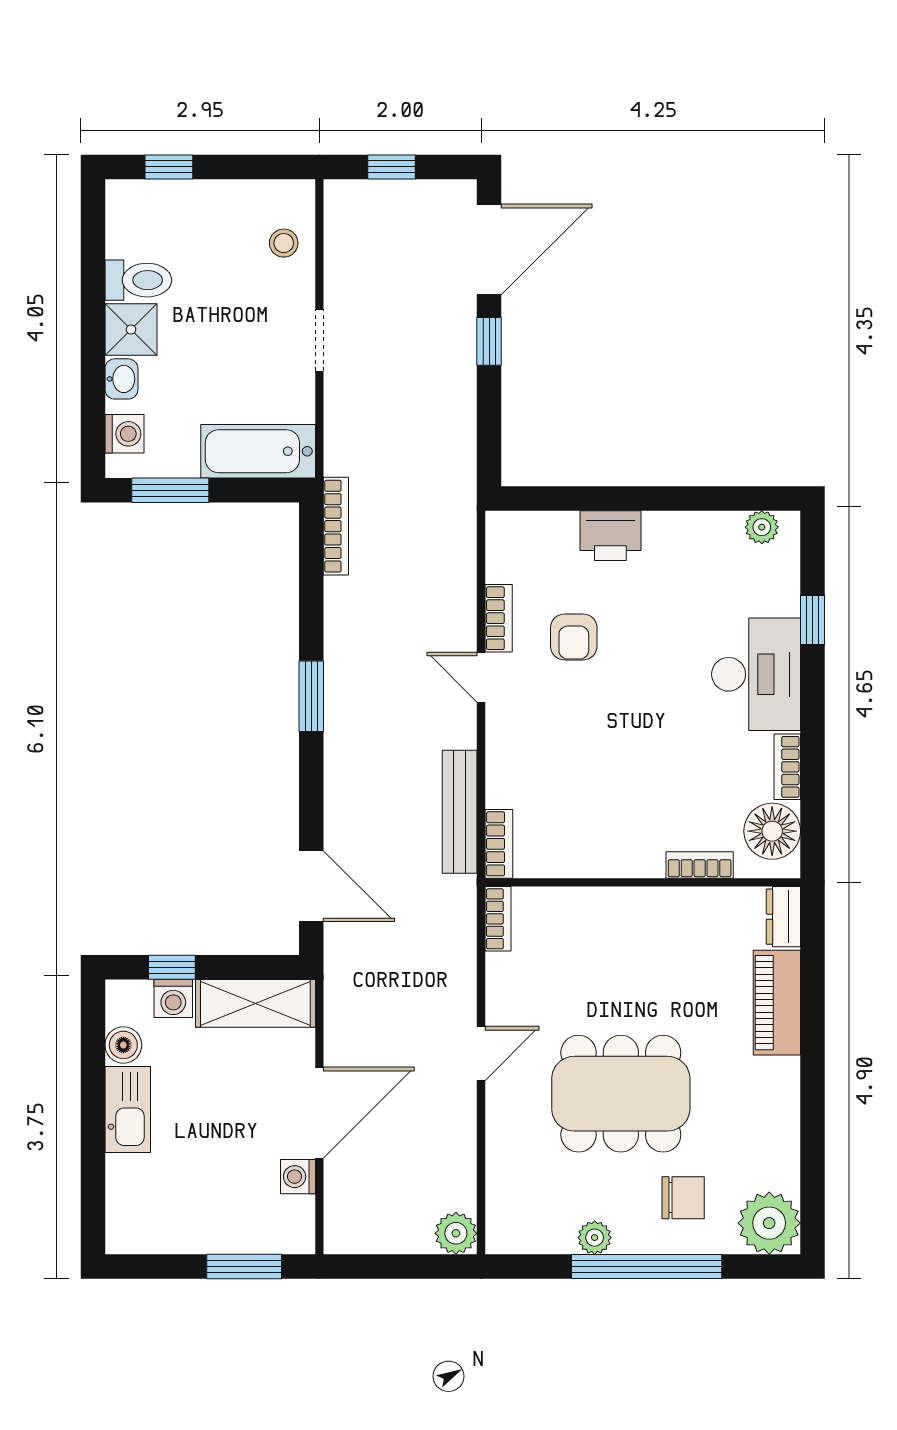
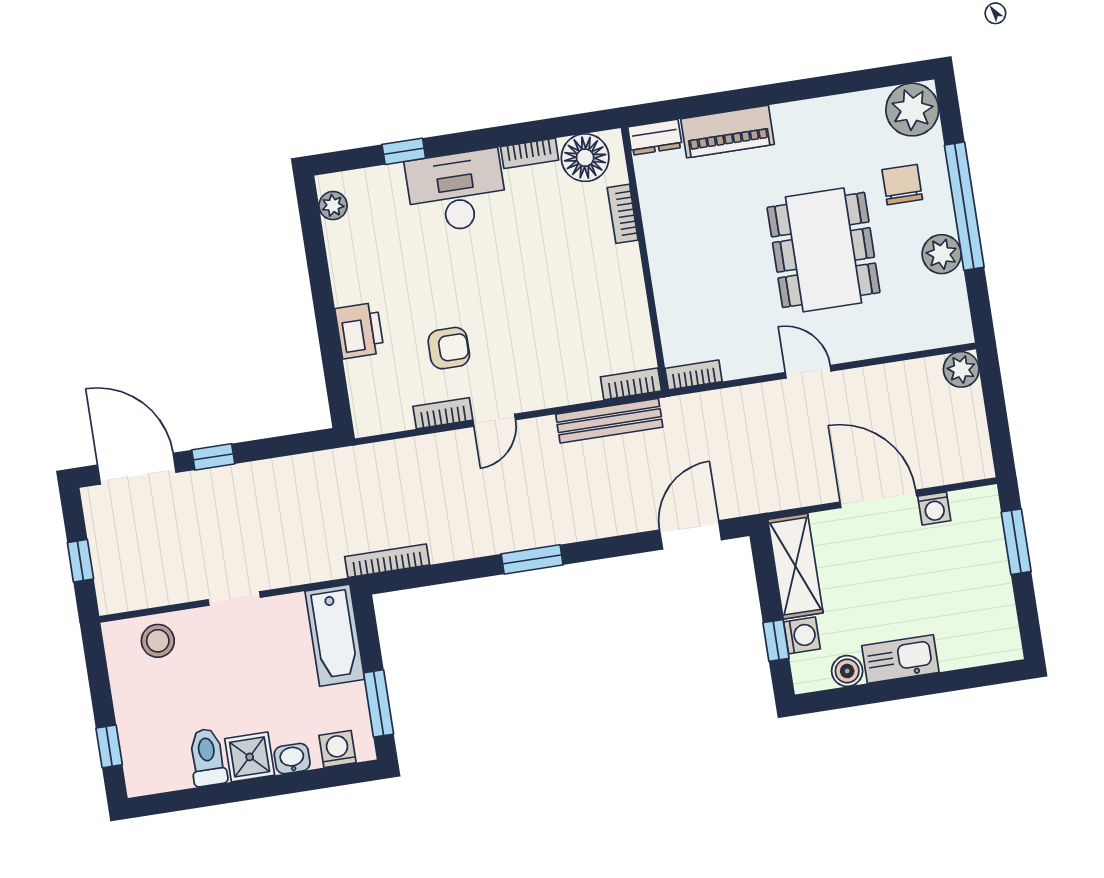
stool: (284, 243) -> (158, 641), width x1.37, depth x1.37
plant: (595, 1238) -> (942, 254), width x1.38, depth x1.38

